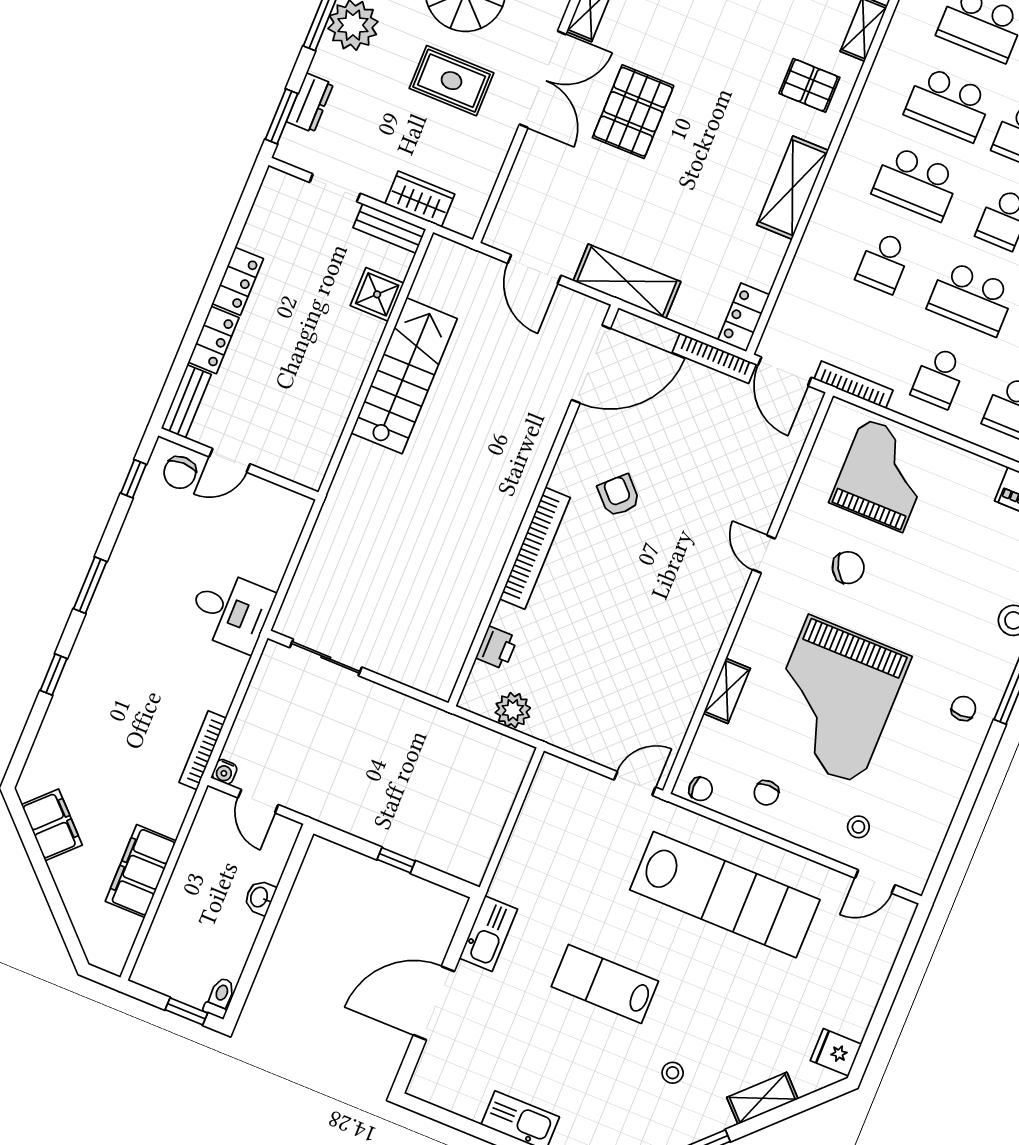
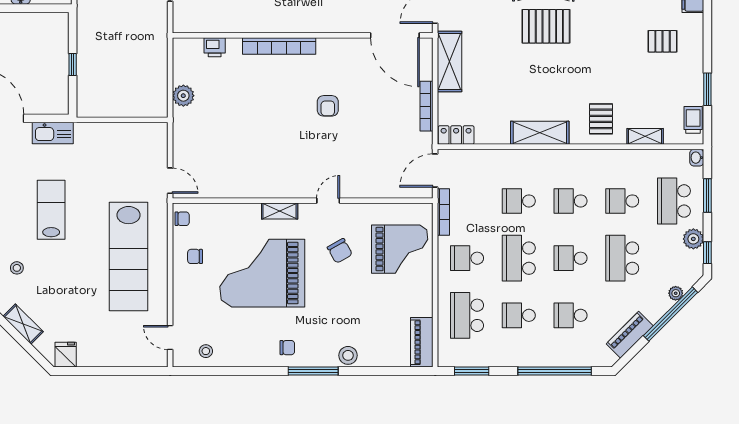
school desk: (948, 104) -> (622, 201), width x0.54
school desk: (916, 183) -> (571, 201), width x0.54
bookcase: (714, 358) -> (426, 106), moved
door: (591, 364) -> (395, 35), moved
armchair: (619, 495) -> (328, 106), turned 134
wall: (533, 505) -> (303, 35), moved
bookcase: (535, 548) -> (279, 46), moved
printer: (497, 648) -> (215, 47), moved
shelving: (727, 691) -> (280, 211), moved
chair: (701, 789) -> (182, 219), turned -90
stool: (858, 827) -> (206, 351), moved

